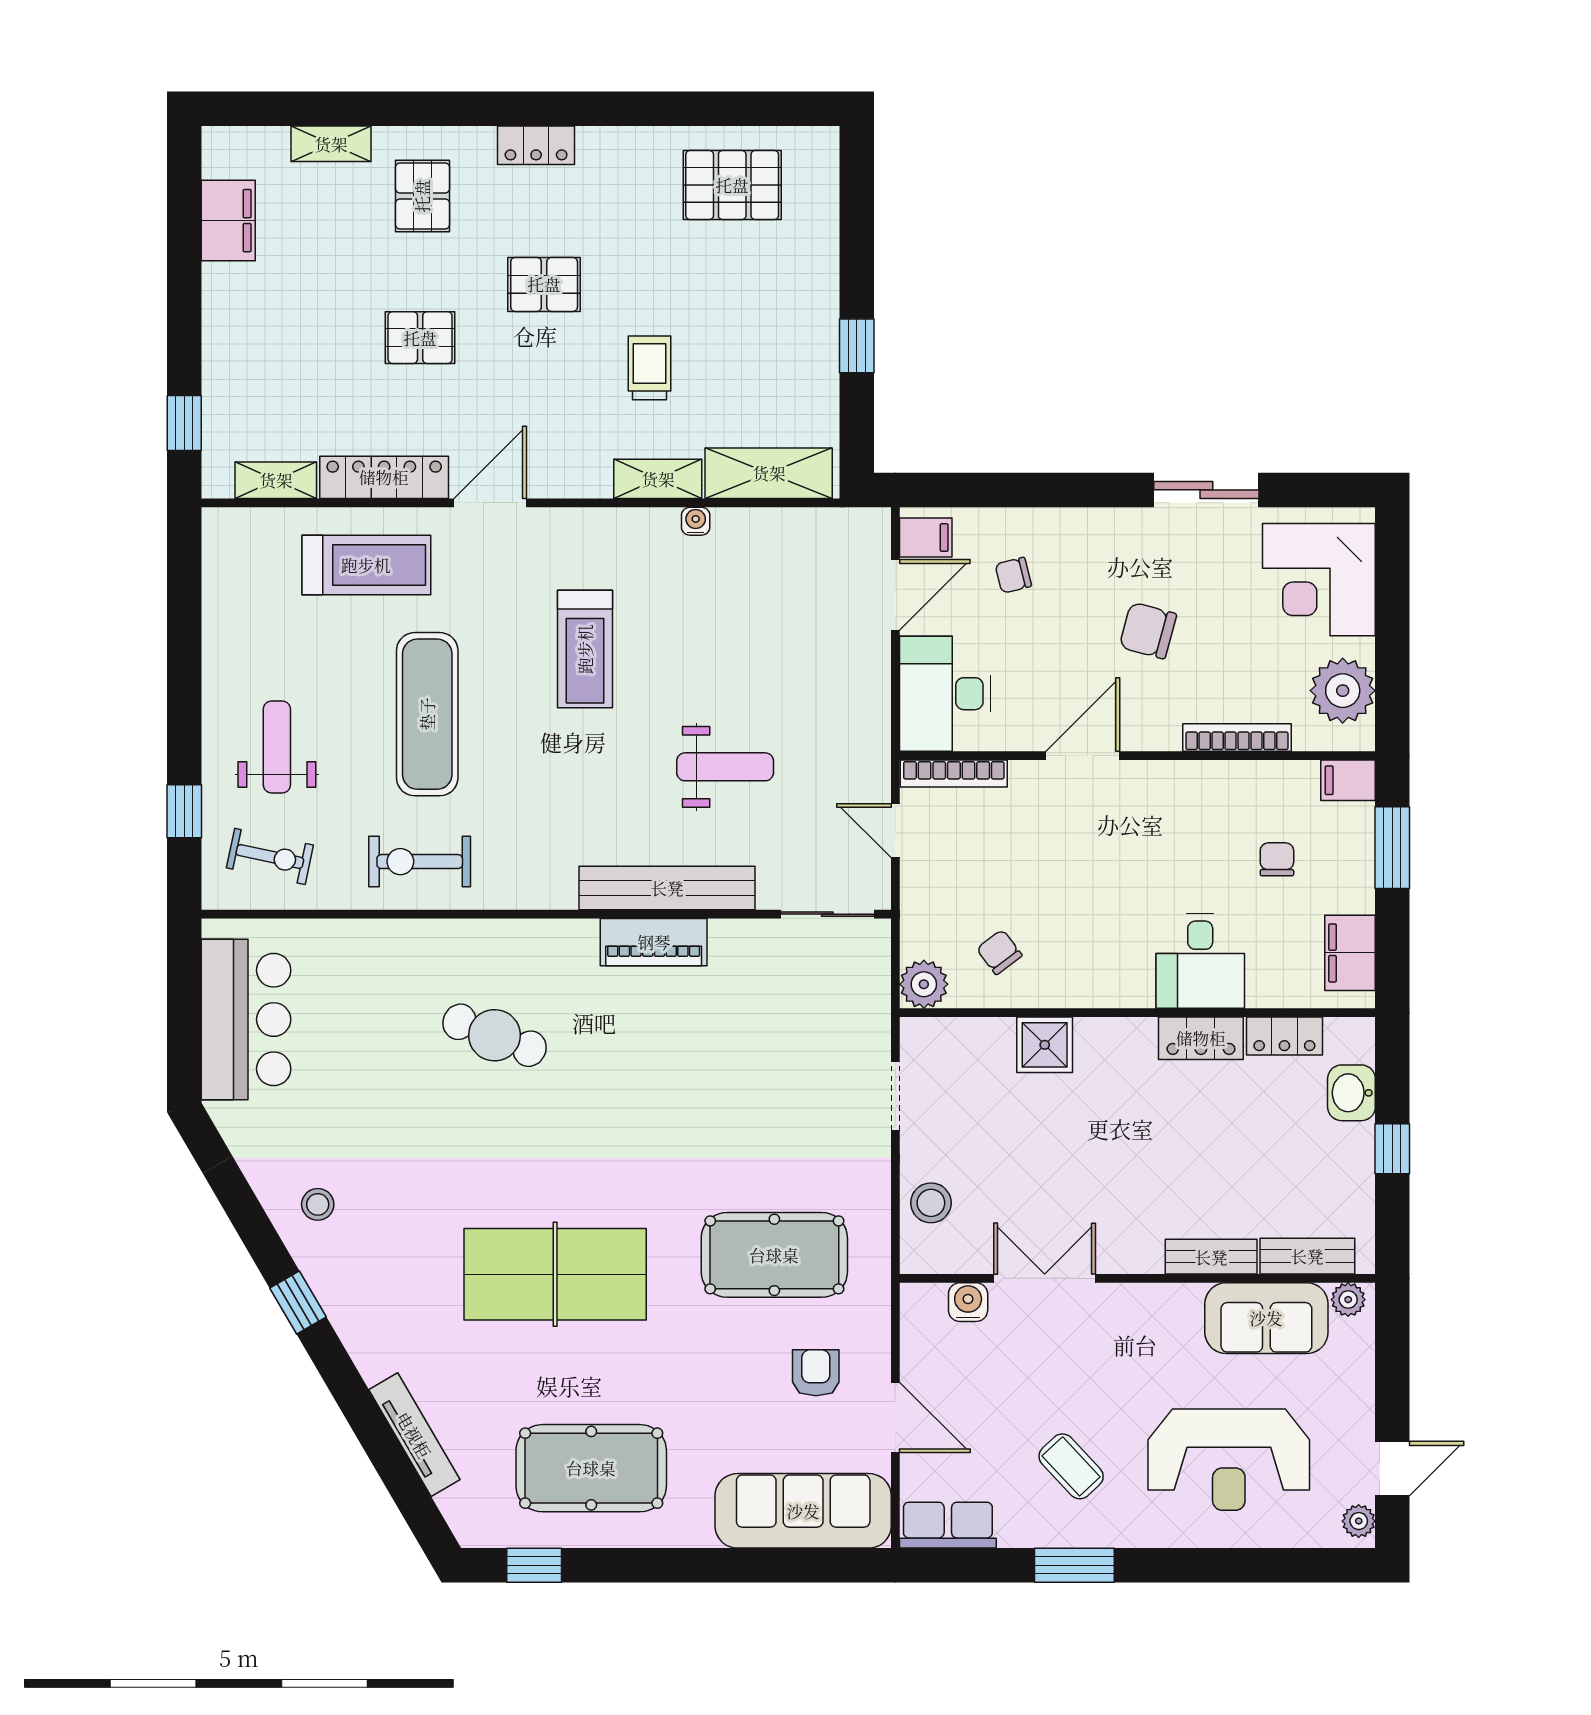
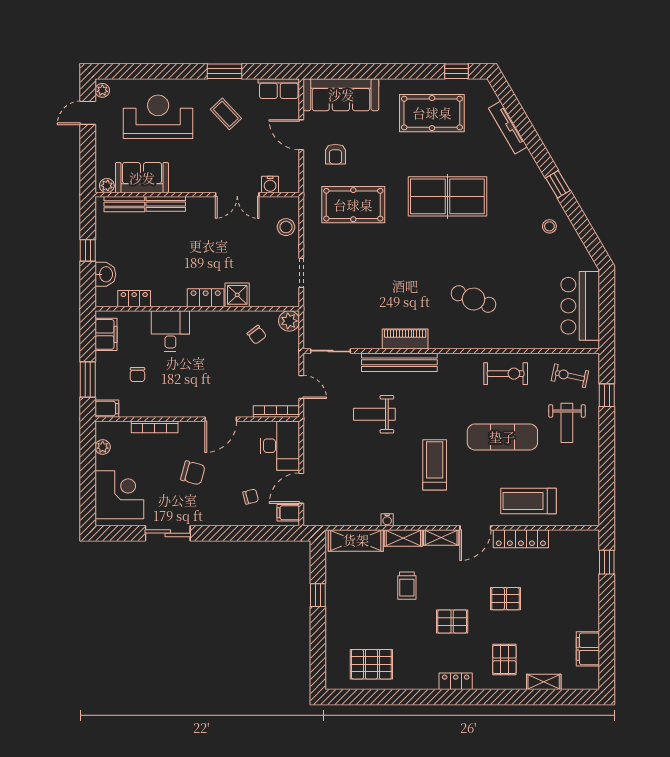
shelving: (276, 480) -> (441, 537), moved
plant: (1343, 691) -> (103, 447), width x0.53, depth x0.53
exercise mat: (427, 714) -> (502, 437), turned 90
locker: (1201, 1038) -> (206, 298), moved

